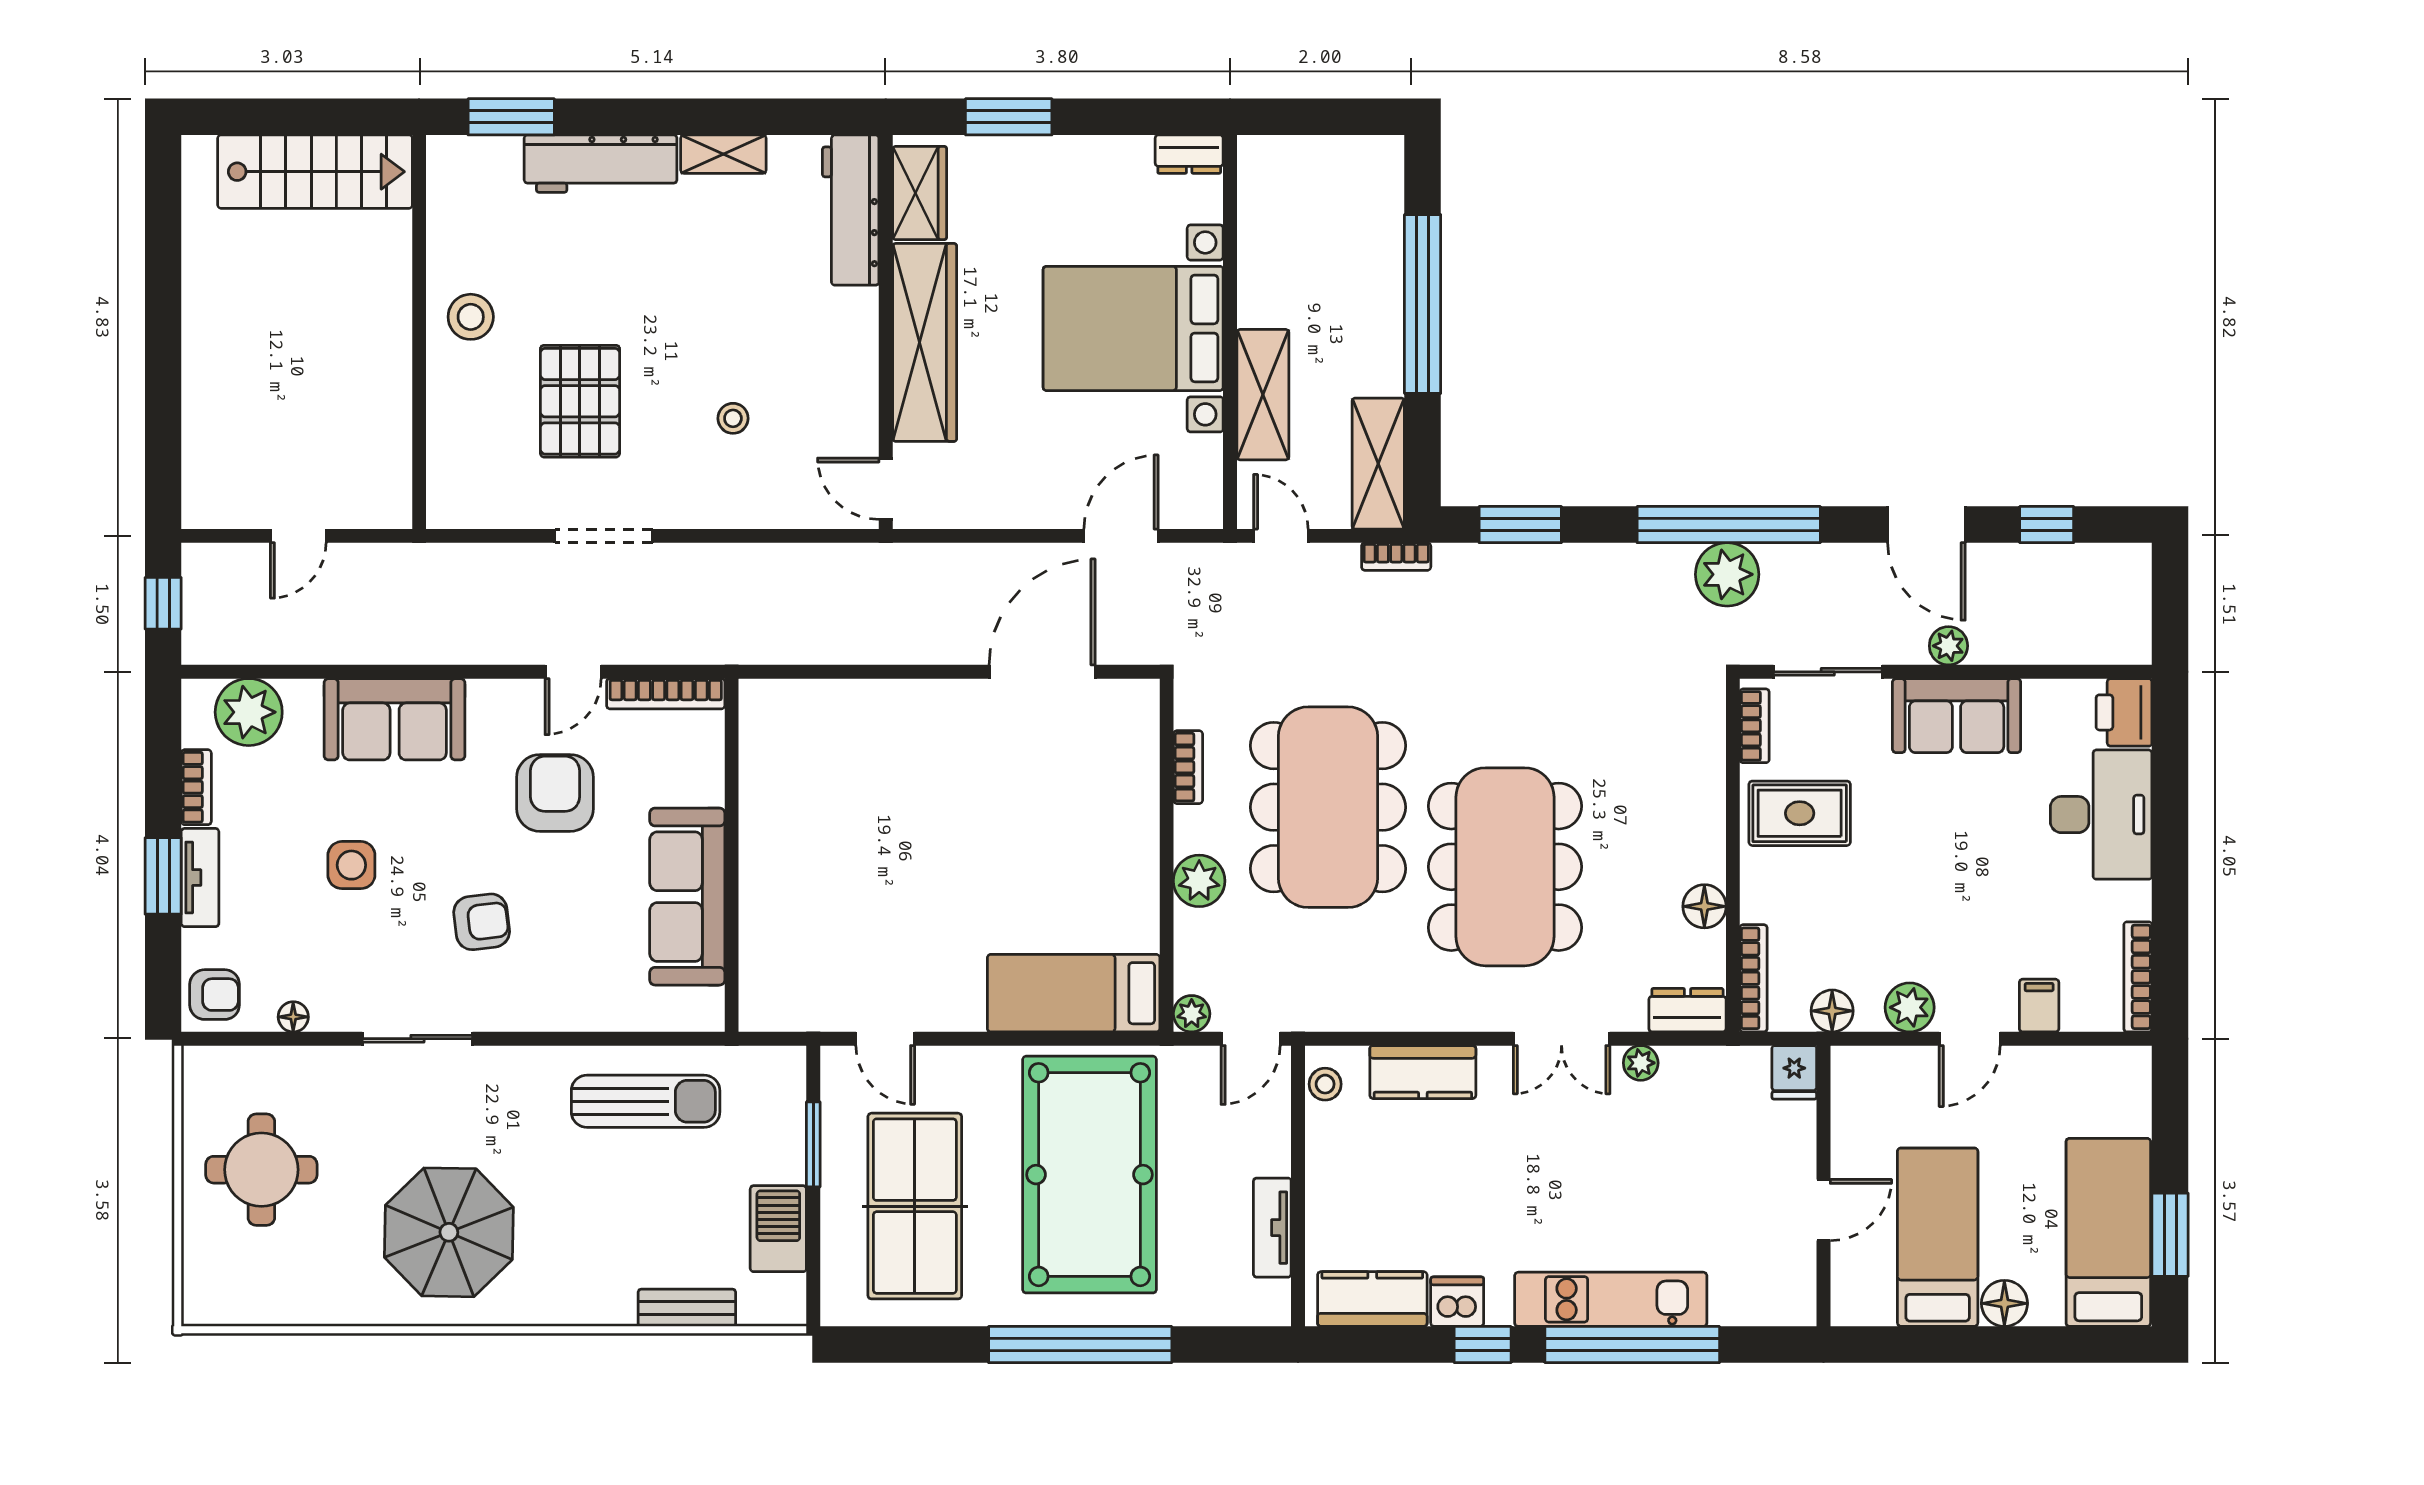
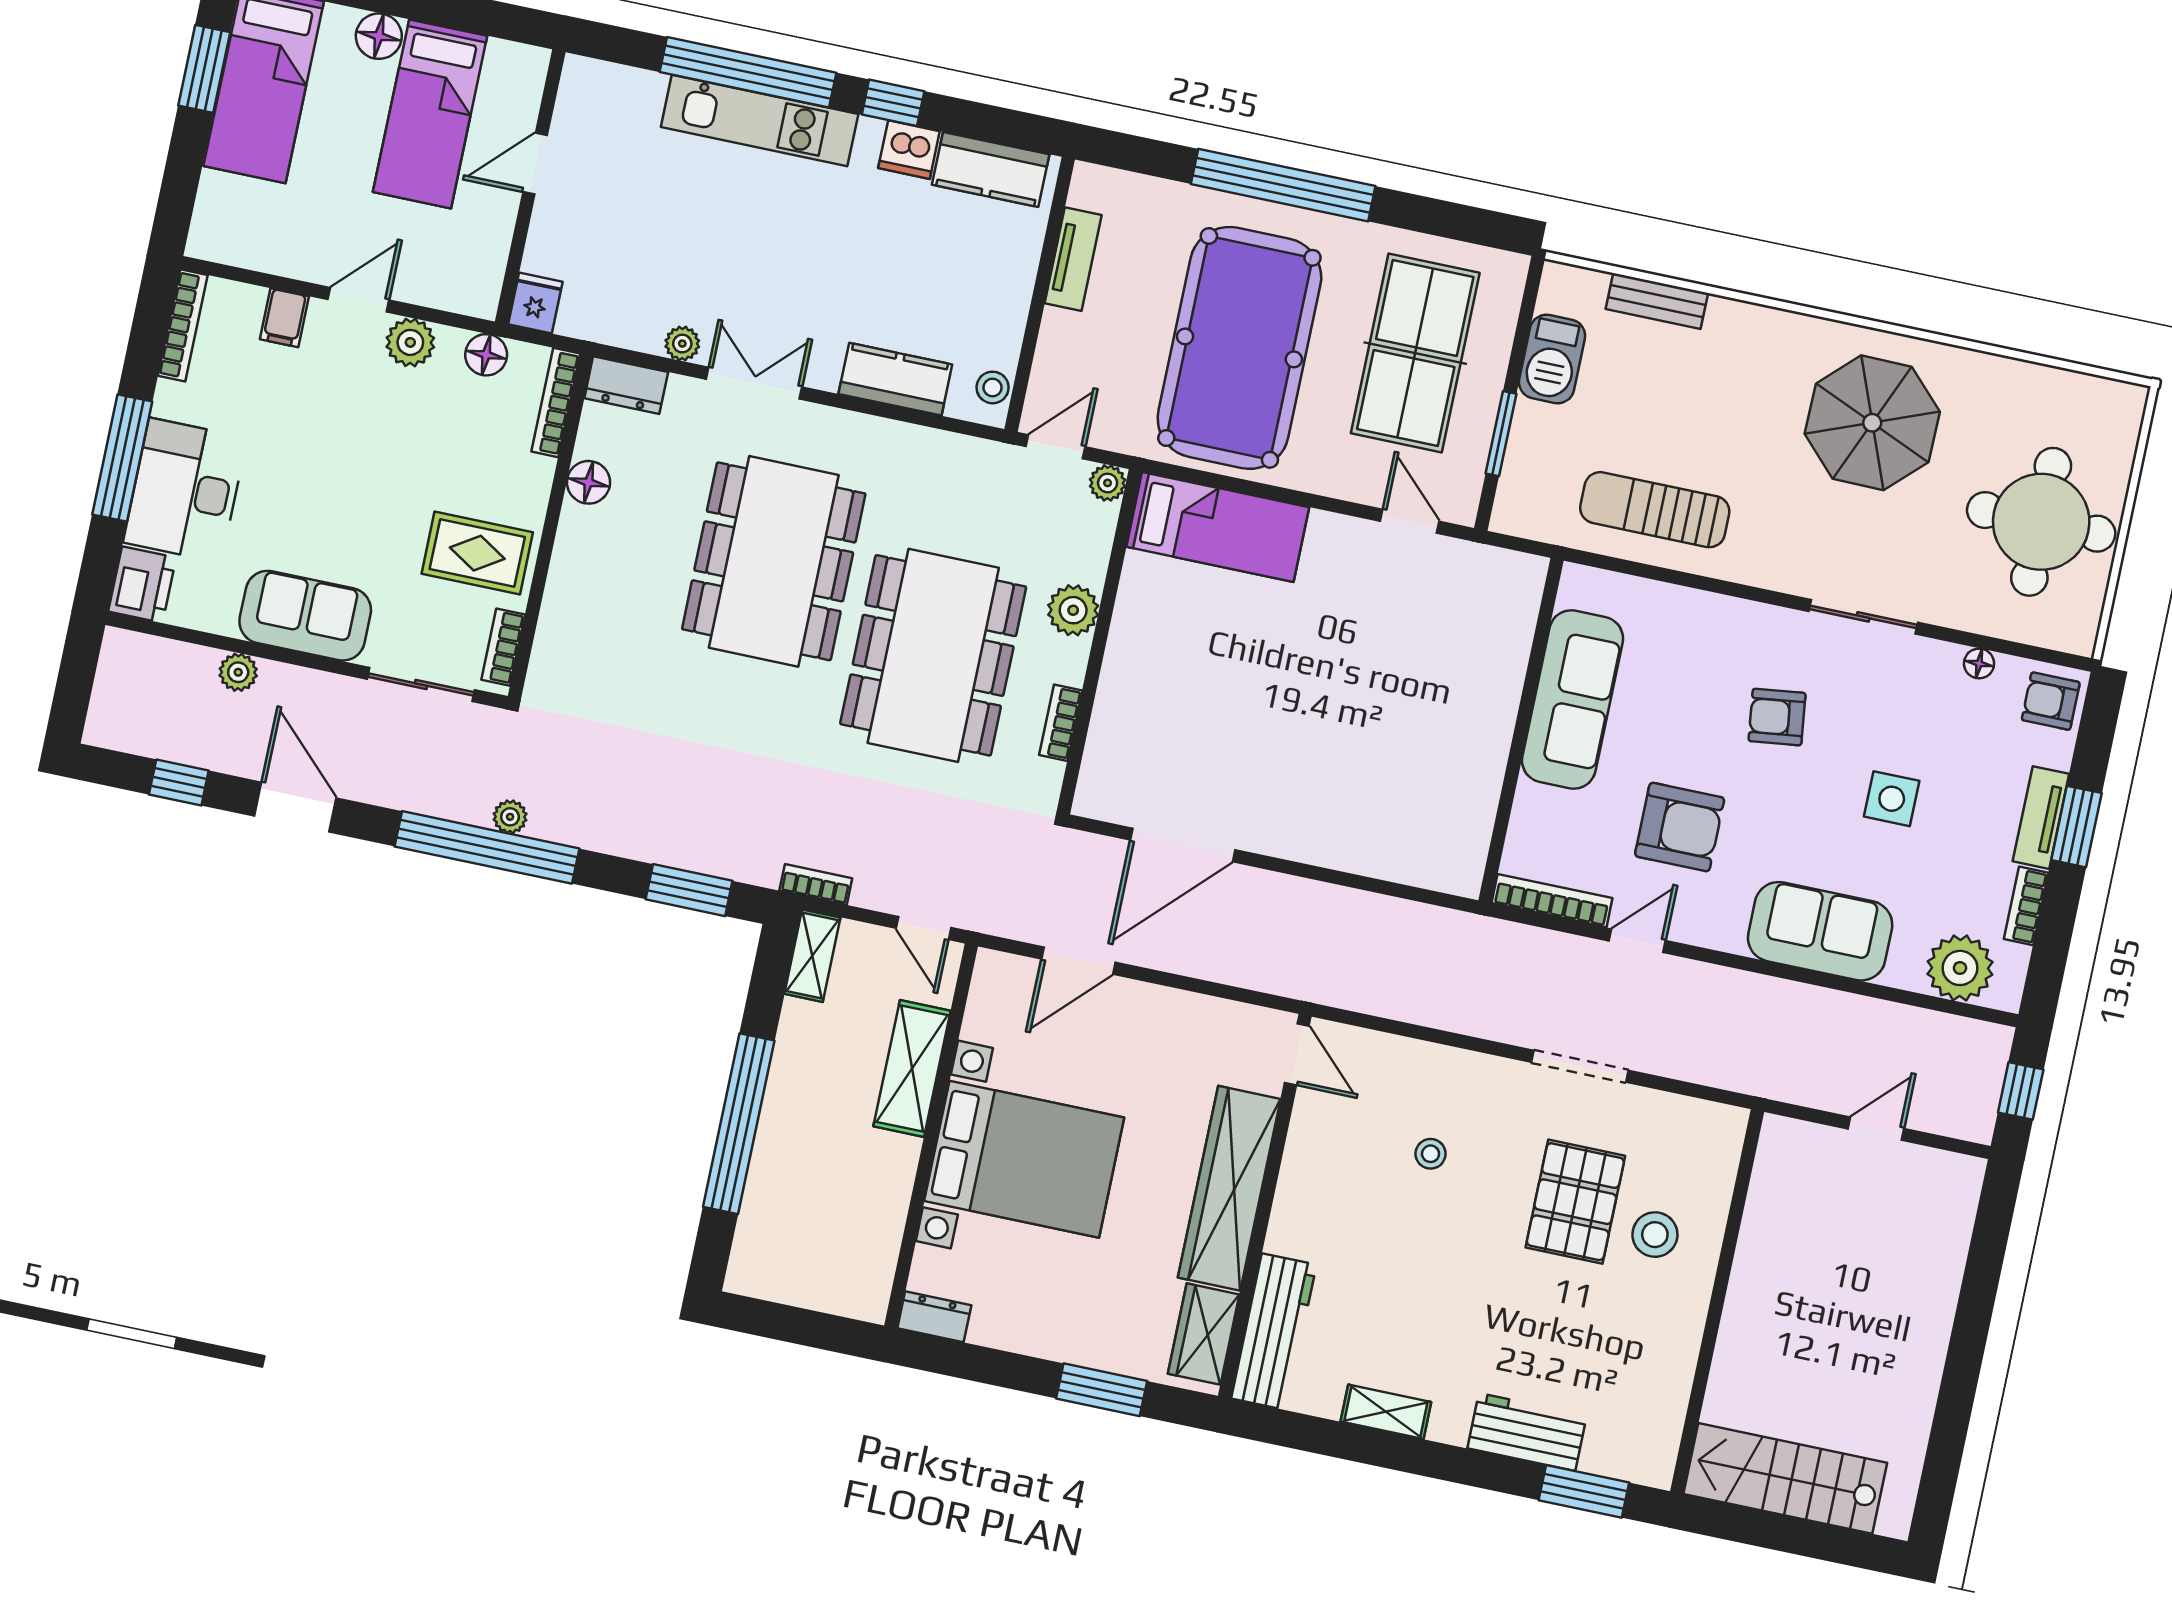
workbench: (601, 164) -> (1527, 1432), width x0.73
stool: (471, 317) -> (1655, 1235), moved
shelving: (1378, 464) -> (812, 956), width x0.67, depth x0.75
plant: (1727, 574) -> (510, 817), width x0.53, depth x0.53
plant: (1948, 646) -> (238, 672), moved
armchair: (555, 793) -> (1680, 827), turned -90
window: (2170, 833) -> (122, 458), added
round table: (261, 1170) -> (2041, 522), width x1.36, depth x1.36

